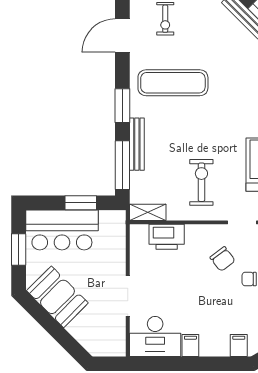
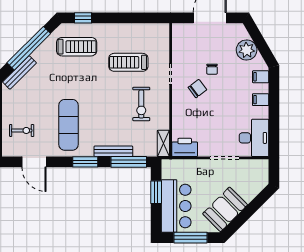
exercise bike: (201, 182) -> (141, 104), turned -90
printer: (167, 237) -> (185, 147), moved, turned -90
window: (19, 250) -> (190, 238), width x1.44
filing cabinet: (190, 345) -> (261, 100), moved

